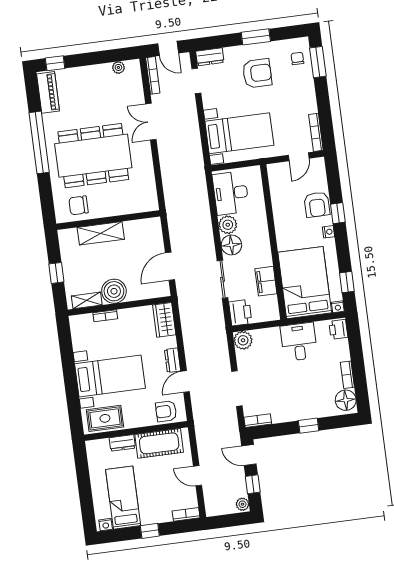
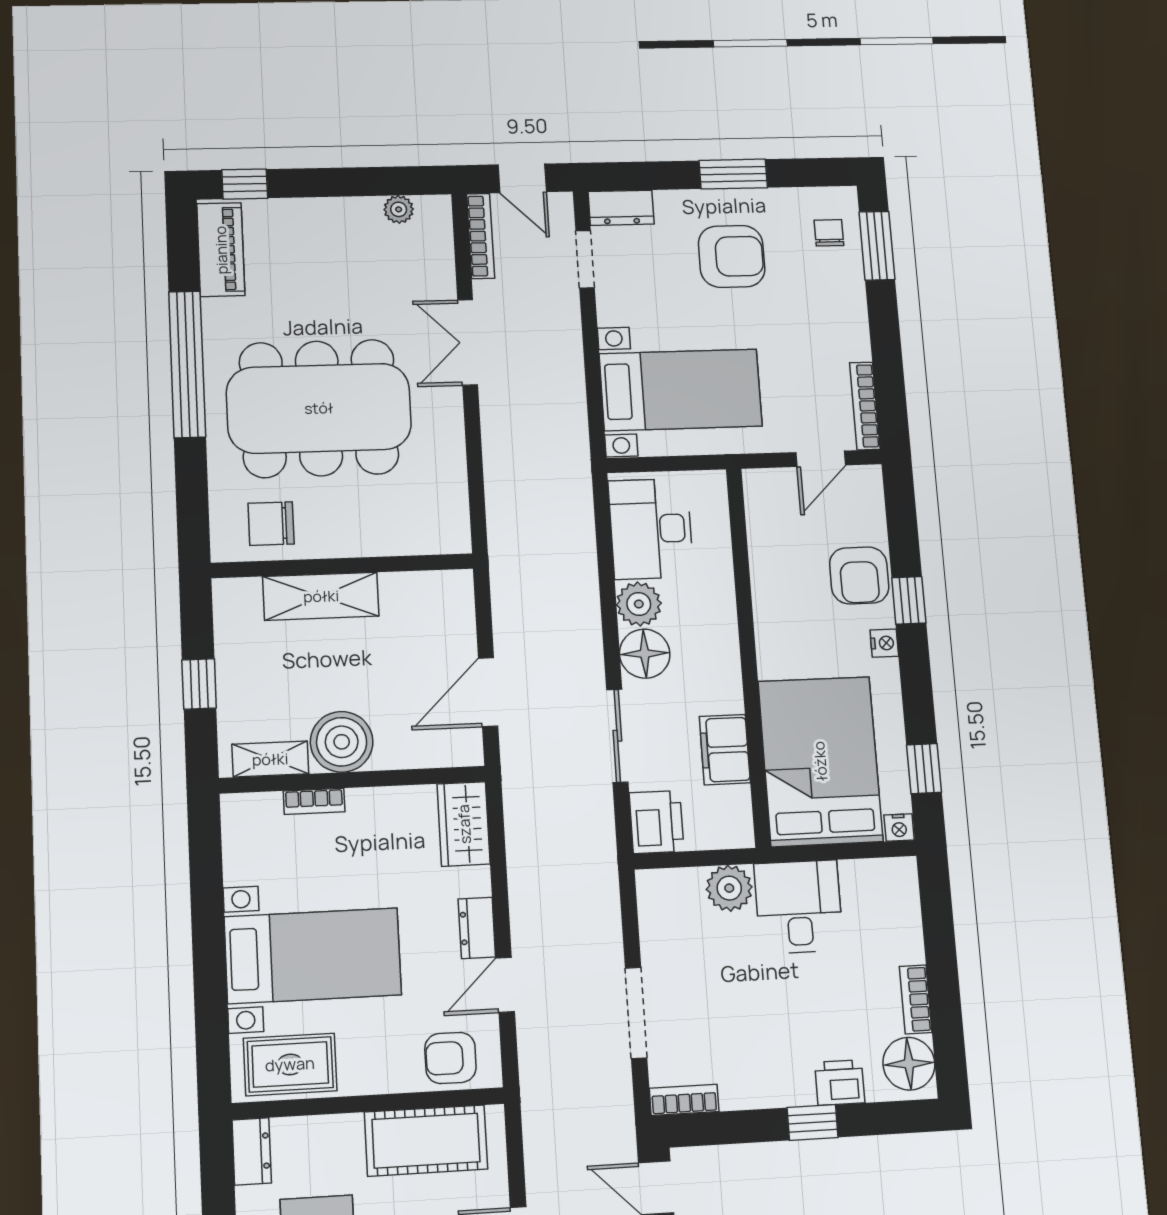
printer: (338, 329) -> (840, 1083), moved, turned 90
plant: (243, 340) -> (729, 888), moved
dresser: (122, 443) -> (252, 1151), moved, turned -90

